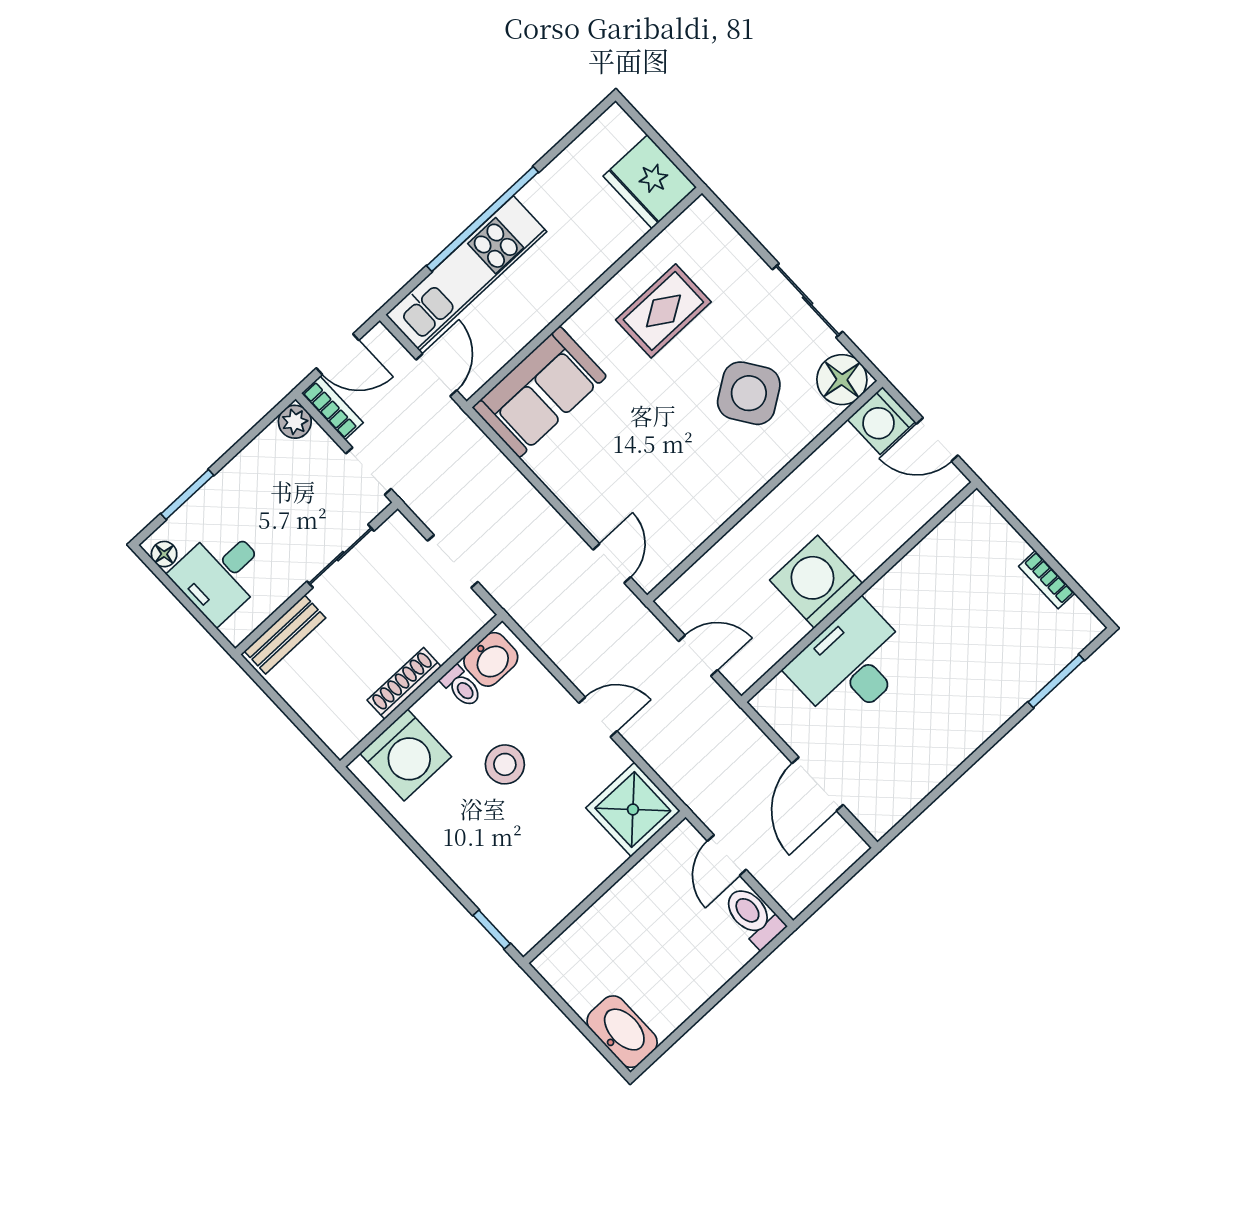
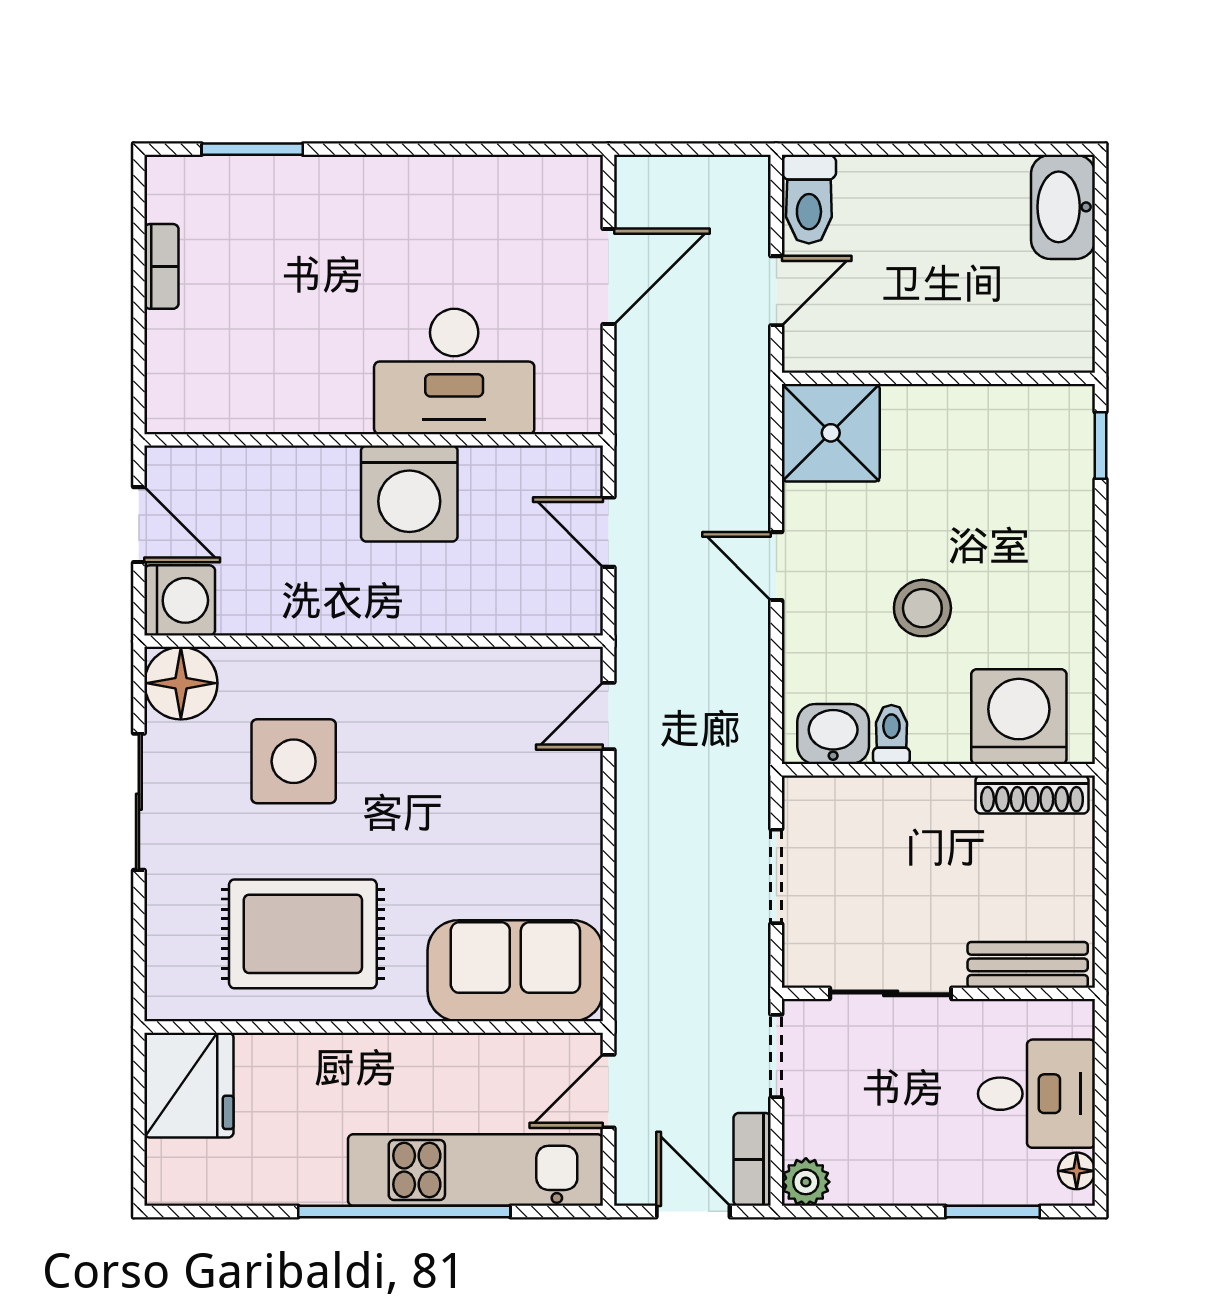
rug: (663, 311) -> (303, 934), width x1.36, depth x1.43
side table: (749, 393) -> (294, 761), turned 34
shoe rack: (404, 683) -> (1032, 795), moved

